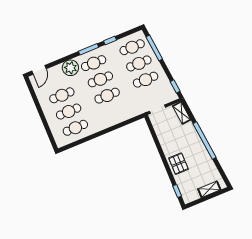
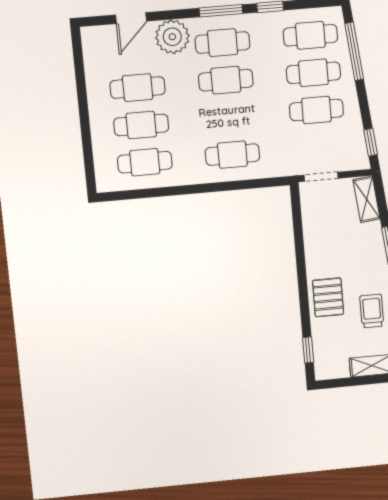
door: (39, 70) -> (131, 18), moved
cafe table: (107, 96) -> (232, 155), moved
trolley: (201, 164) -> (372, 311), added

